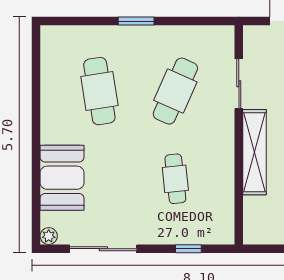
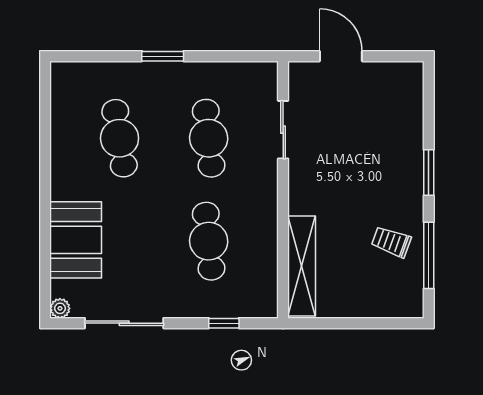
cafe table: (175, 91) -> (209, 138), turned -30
shelving: (255, 152) -> (302, 266), moved
cafe table: (175, 179) -> (209, 241), width x1.37, depth x1.35

